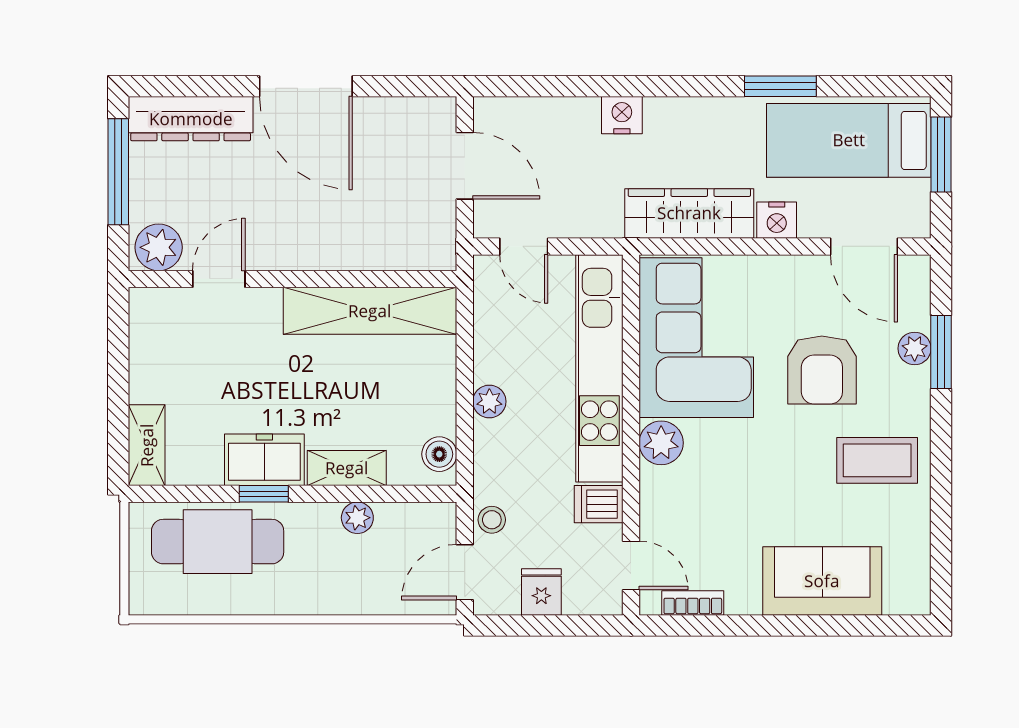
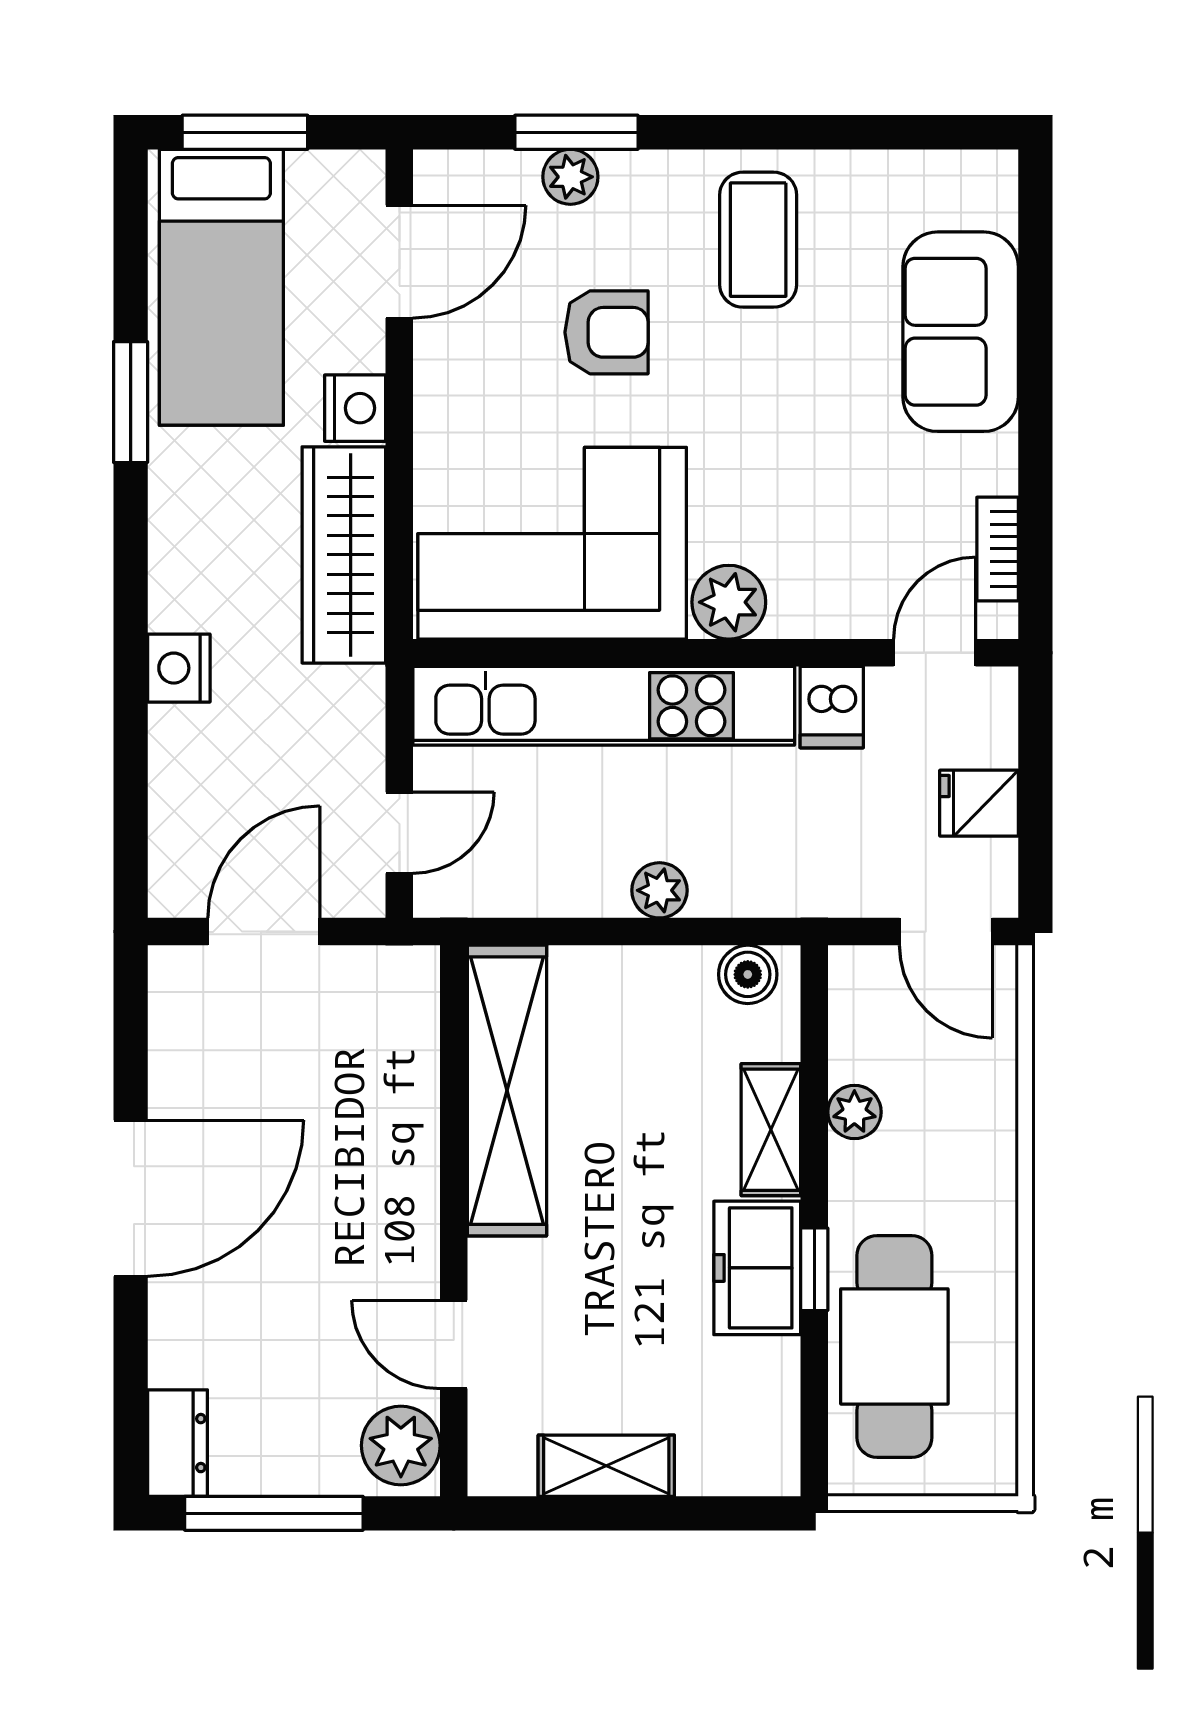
dresser: (191, 119) -> (177, 1443), width x0.51, depth x0.80
armchair: (822, 370) -> (607, 332), width x0.72, depth x0.72
shelving: (147, 445) -> (606, 1466), moved
stool: (492, 520) -> (858, 886), removed

